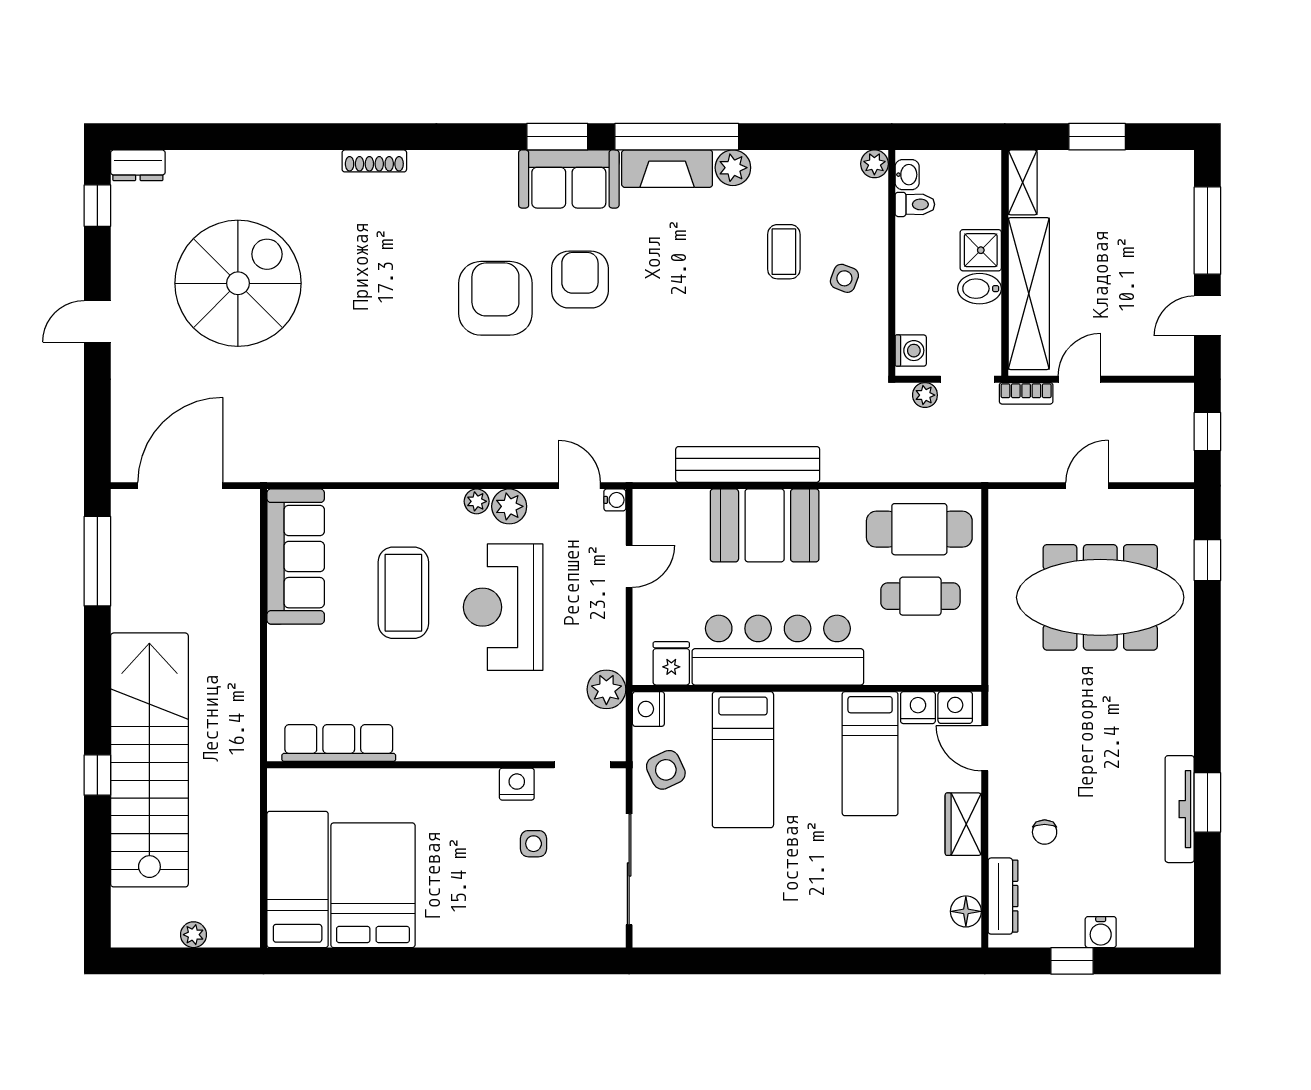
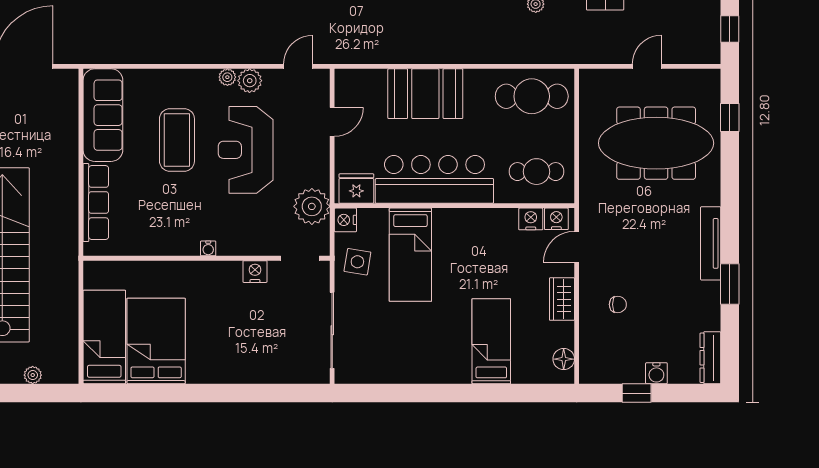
bench: (748, 464) -> (414, 52), removed
door: (580, 486) -> (298, 66), hinge flipped
water cooler: (615, 500) -> (208, 248), moved, turned 90
cafe table: (920, 596) -> (537, 172), moved
fridge: (671, 663) -> (356, 189), width x1.38
plant: (606, 689) -> (312, 206), width x1.36, depth x1.36
row of seats: (339, 743) -> (96, 203), moved, turned 90
door: (985, 748) -> (577, 247), hinge flipped
bed: (870, 754) -> (491, 341), moved, turned 180
side table: (666, 770) -> (357, 262), turned 34
tv unit: (1180, 809) -> (711, 243), moved
chair: (1045, 832) -> (618, 304), turned -90
side table: (534, 844) -> (266, 312), removed
dresser: (1003, 896) -> (710, 358), moved, turned 180

